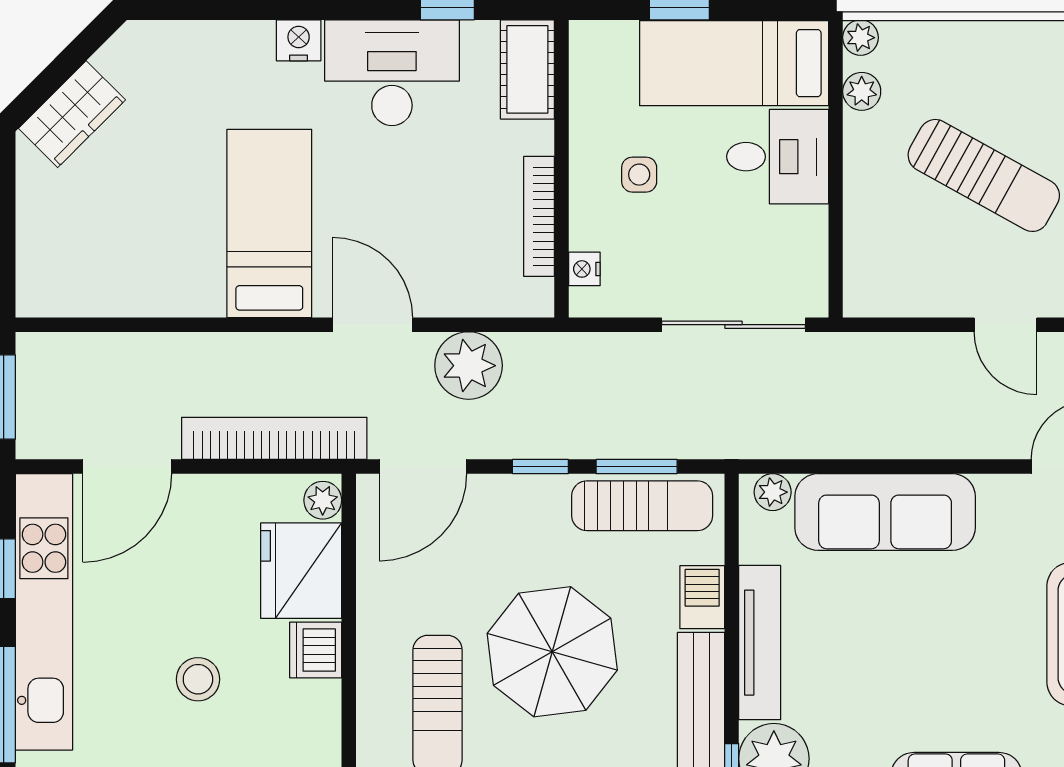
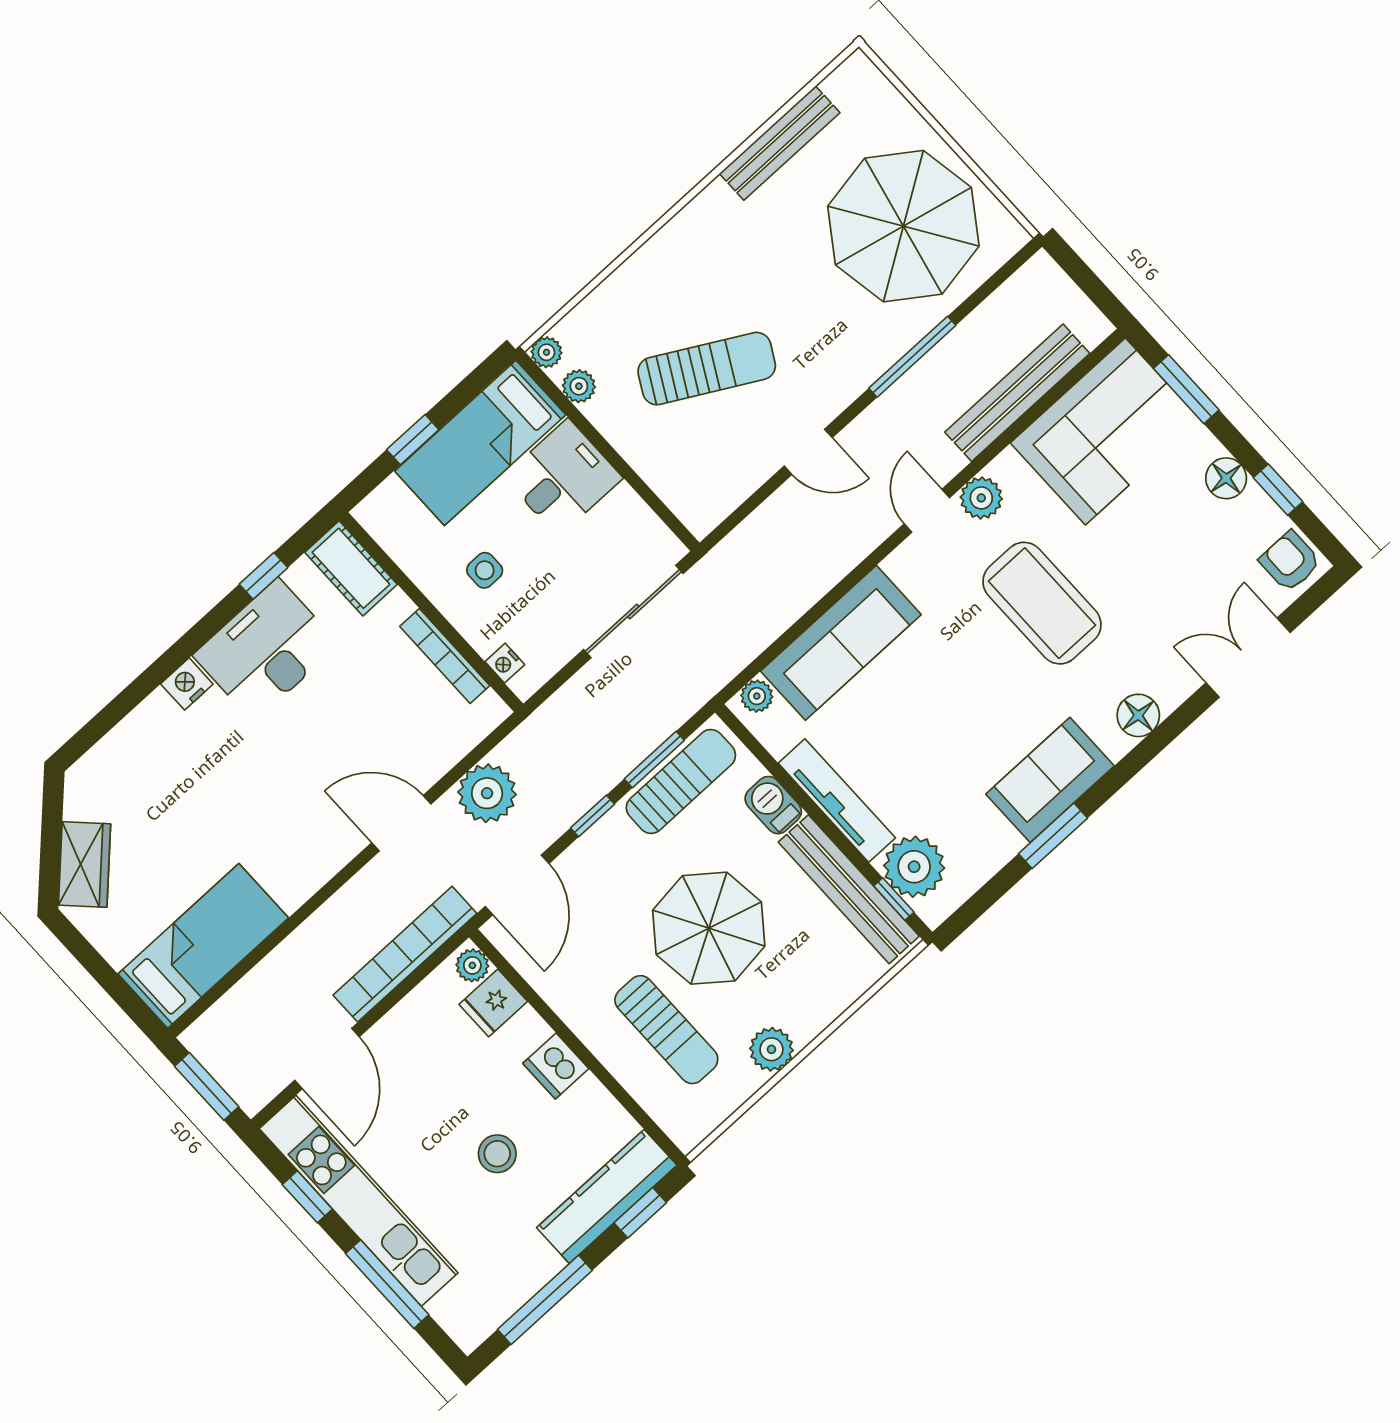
bed: (269, 223) -> (203, 946), moved, turned 90
fridge: (301, 571) -> (493, 1003), width x0.53, depth x0.75

